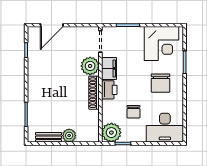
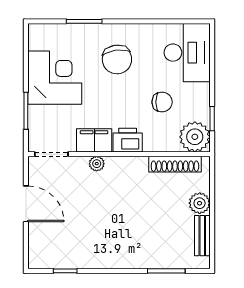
door: (52, 25) -> (26, 204), moved
corner desk: (162, 44) -> (55, 78), moved
plant: (90, 66) -> (97, 164), width x0.53, depth x0.53
chair: (161, 83) -> (117, 59), turned 82
shoe rack: (94, 93) -> (175, 164), moved

